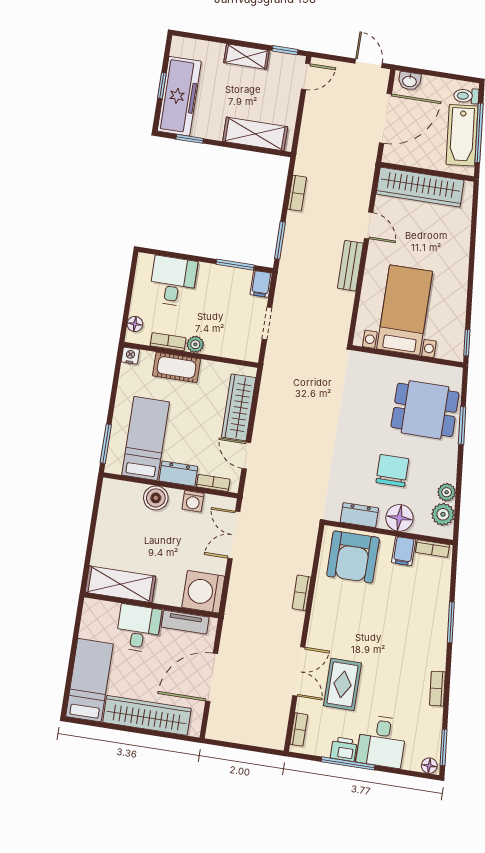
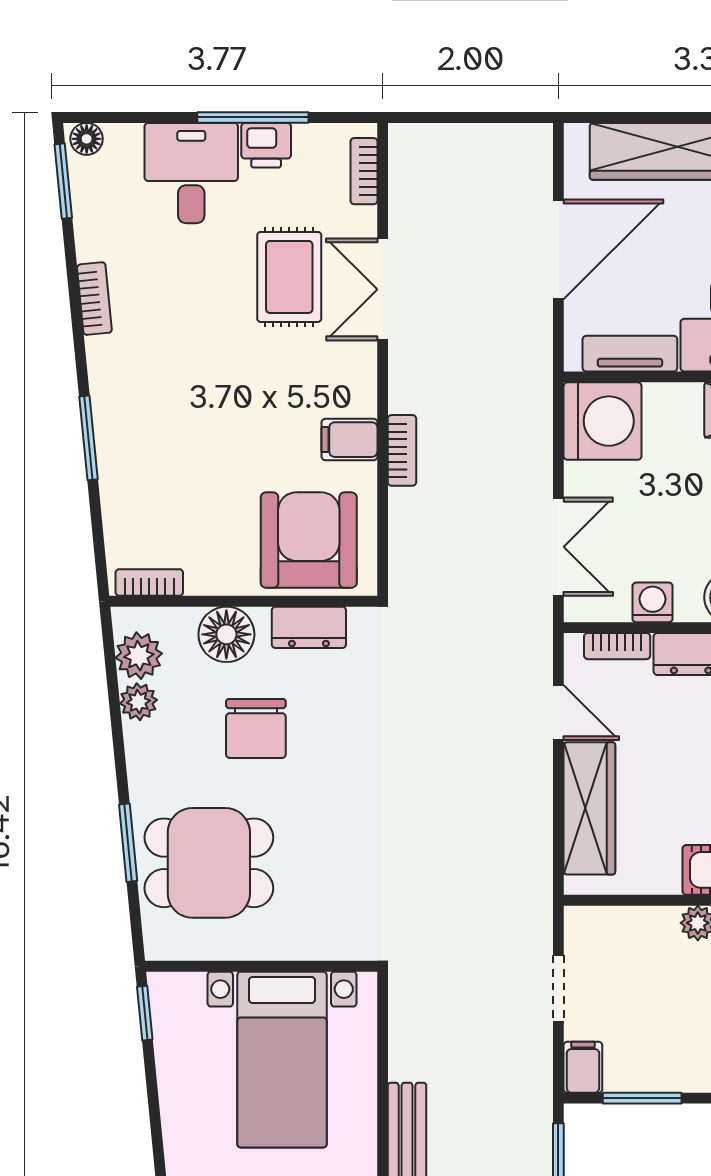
filing cabinet: (404, 551) -> (349, 440), moved, turned -90

